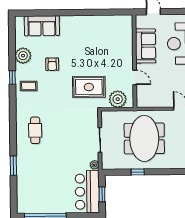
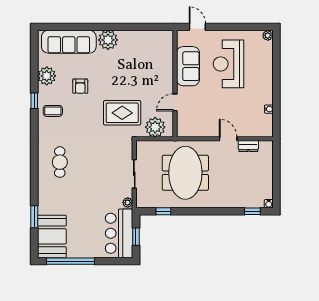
plant: (76, 24) -> (108, 40), added
sofa: (42, 26) -> (69, 42), width x1.36
door: (135, 77) -> (175, 102), swing flipped
window: (13, 166) -> (34, 217), moved
window: (138, 172) -> (163, 211), moved
booth: (29, 195) -> (52, 236), added

